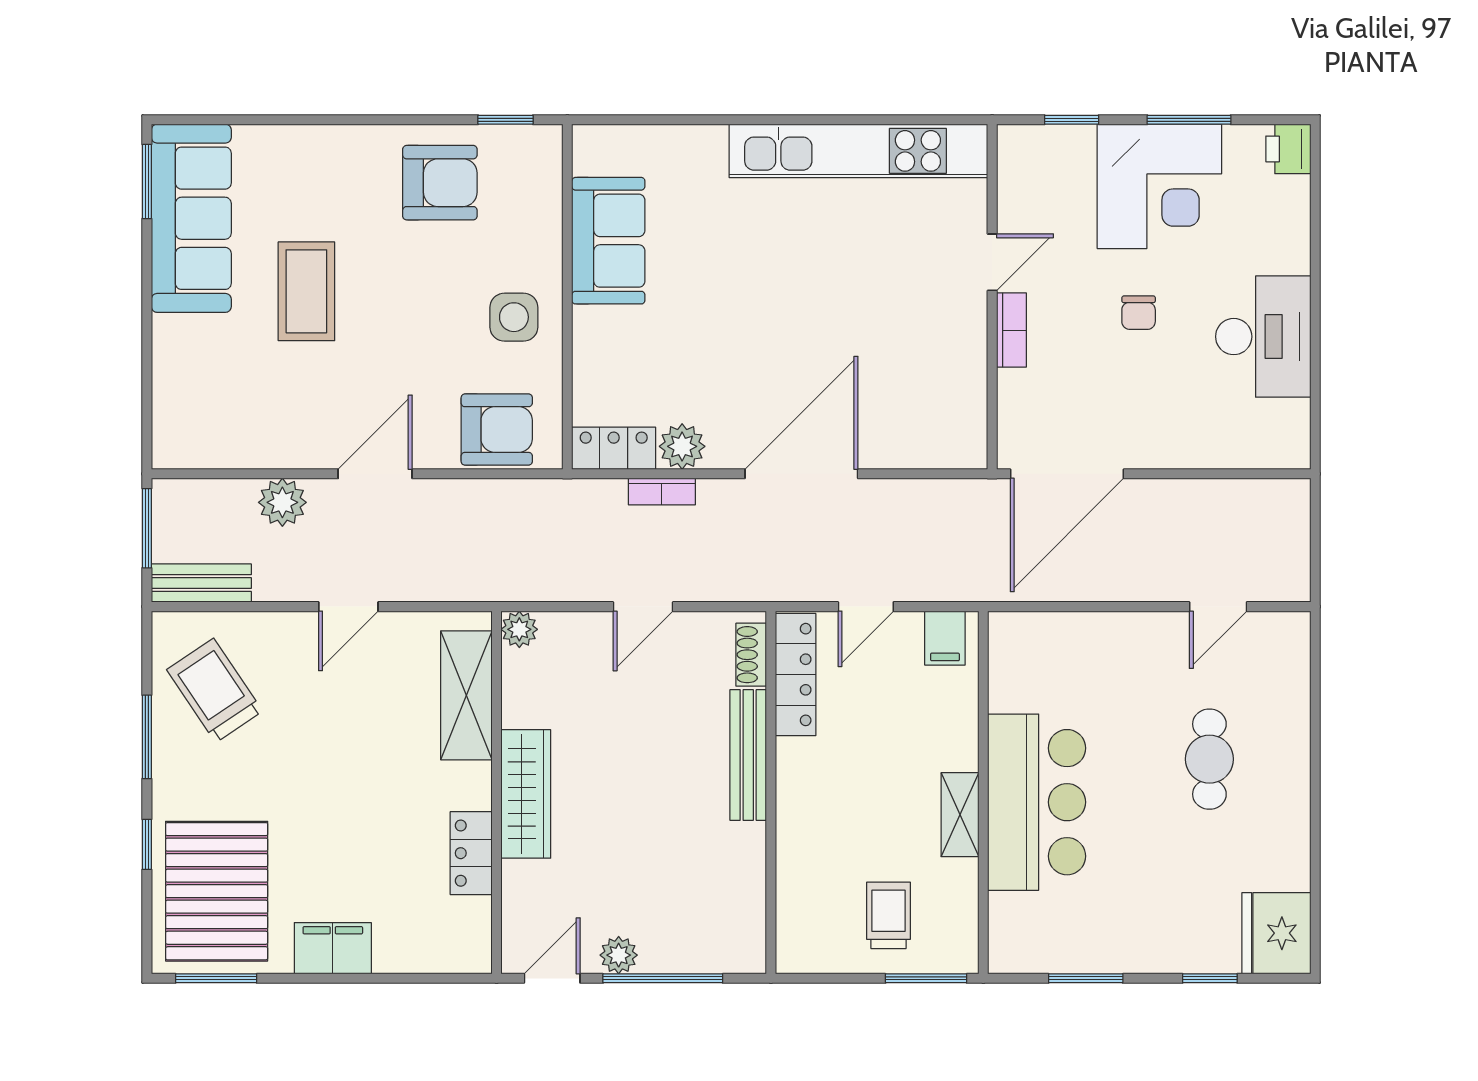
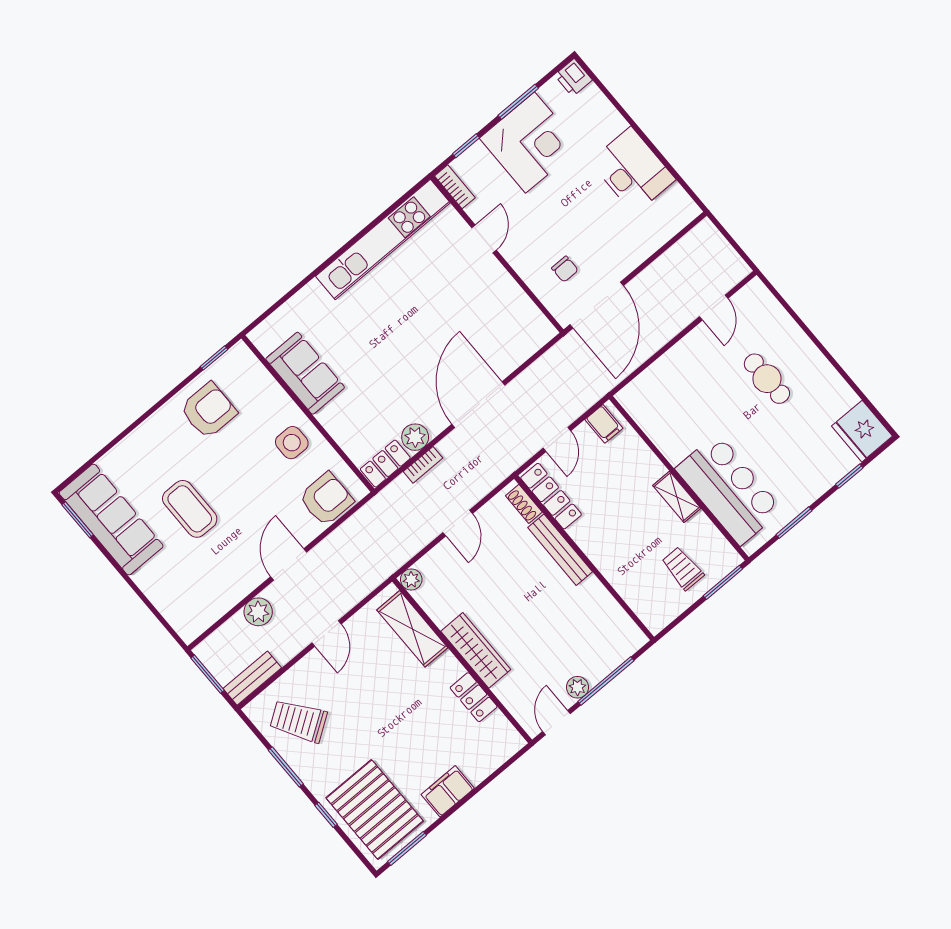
chair: (1139, 313) -> (565, 269), moved
bookcase: (1011, 330) -> (455, 187), moved
bar counter: (1037, 802) -> (729, 489), moved

